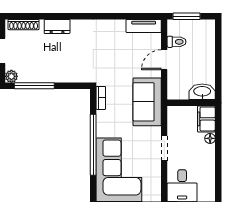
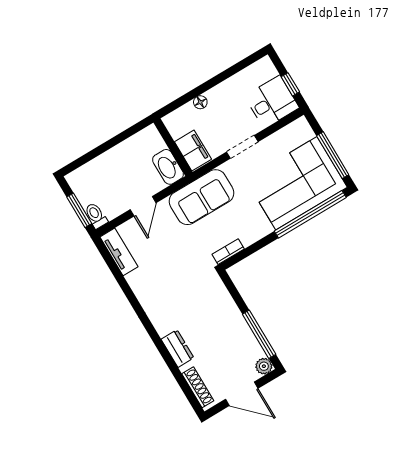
toilet: (177, 42) -> (96, 216), moved
door: (164, 60) -> (143, 206), hinge flipped
washbasin: (202, 92) -> (168, 167), moved
filing cabinet: (206, 119) -> (193, 150), moved, turned -90
window: (93, 145) -> (310, 214), moved

